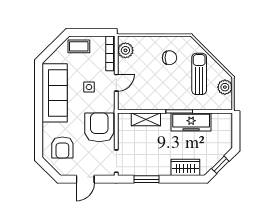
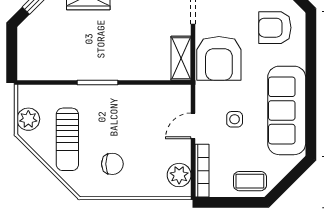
chair: (169, 58) -> (112, 164), turned 180
shelving: (146, 119) -> (181, 58), moved, turned 90
freezer: (191, 122) -> (80, 66), removed
armchair: (62, 147) -> (275, 28), turned -90

